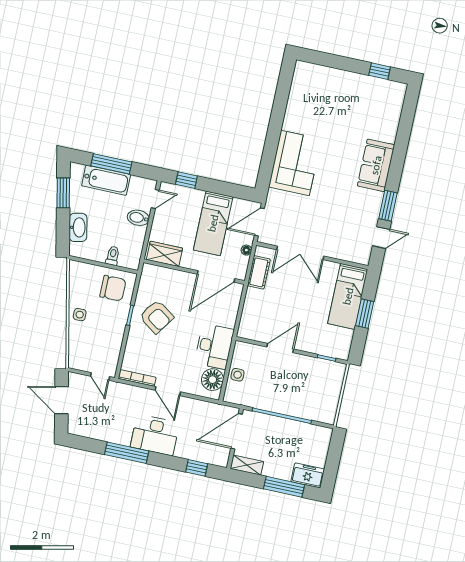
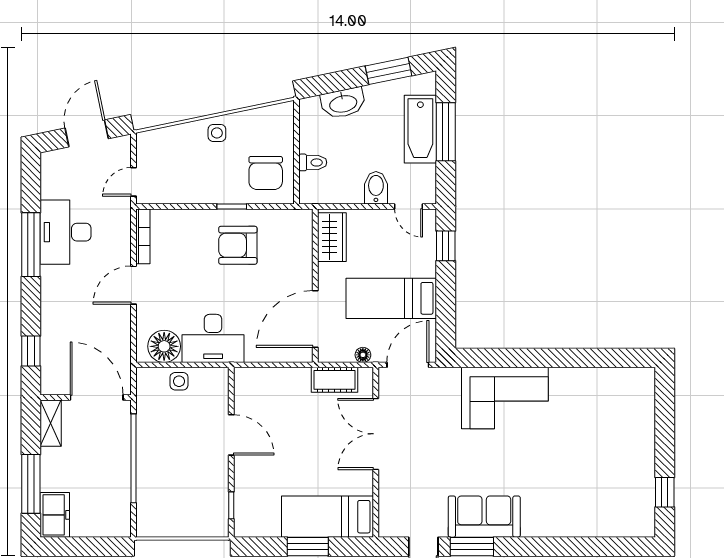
sofa: (376, 165) -> (484, 517), moved
door: (259, 222) -> (408, 365), hinge flipped
door: (216, 276) -> (315, 319), hinge flipped
armchair: (156, 317) -> (238, 245), turned 55
desk: (155, 435) -> (66, 232), moved

